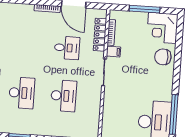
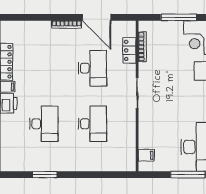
locker: (100, 35) -> (129, 50), width x0.66
desk: (67, 48) -> (92, 68), width x1.37
filing cabinet: (113, 52) -> (146, 155), moved

